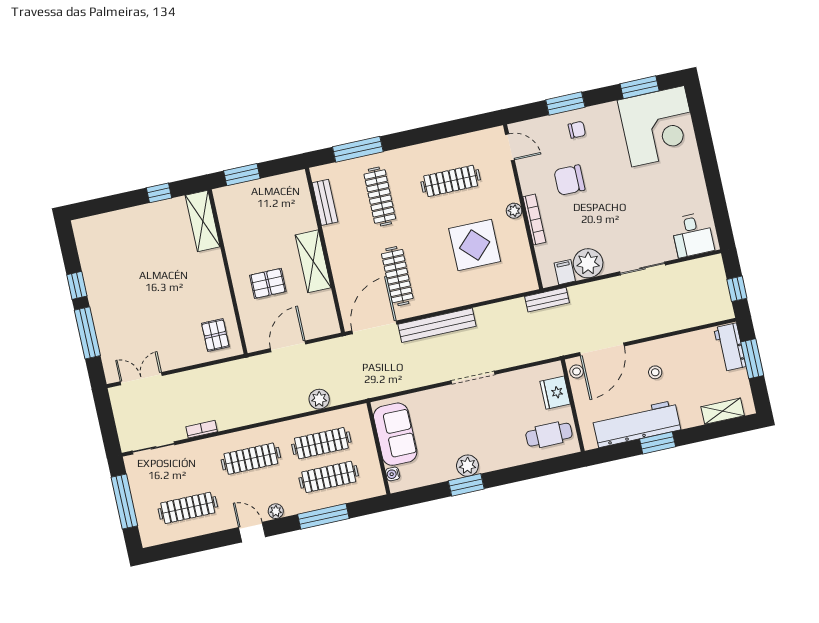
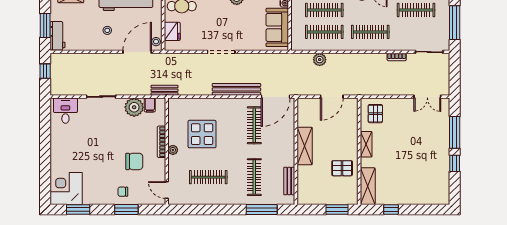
corner desk: (658, 126) -> (66, 189), width x0.74, depth x0.74
pallet: (268, 283) -> (342, 168), moved
shelving: (219, 285) -> (366, 144), added

